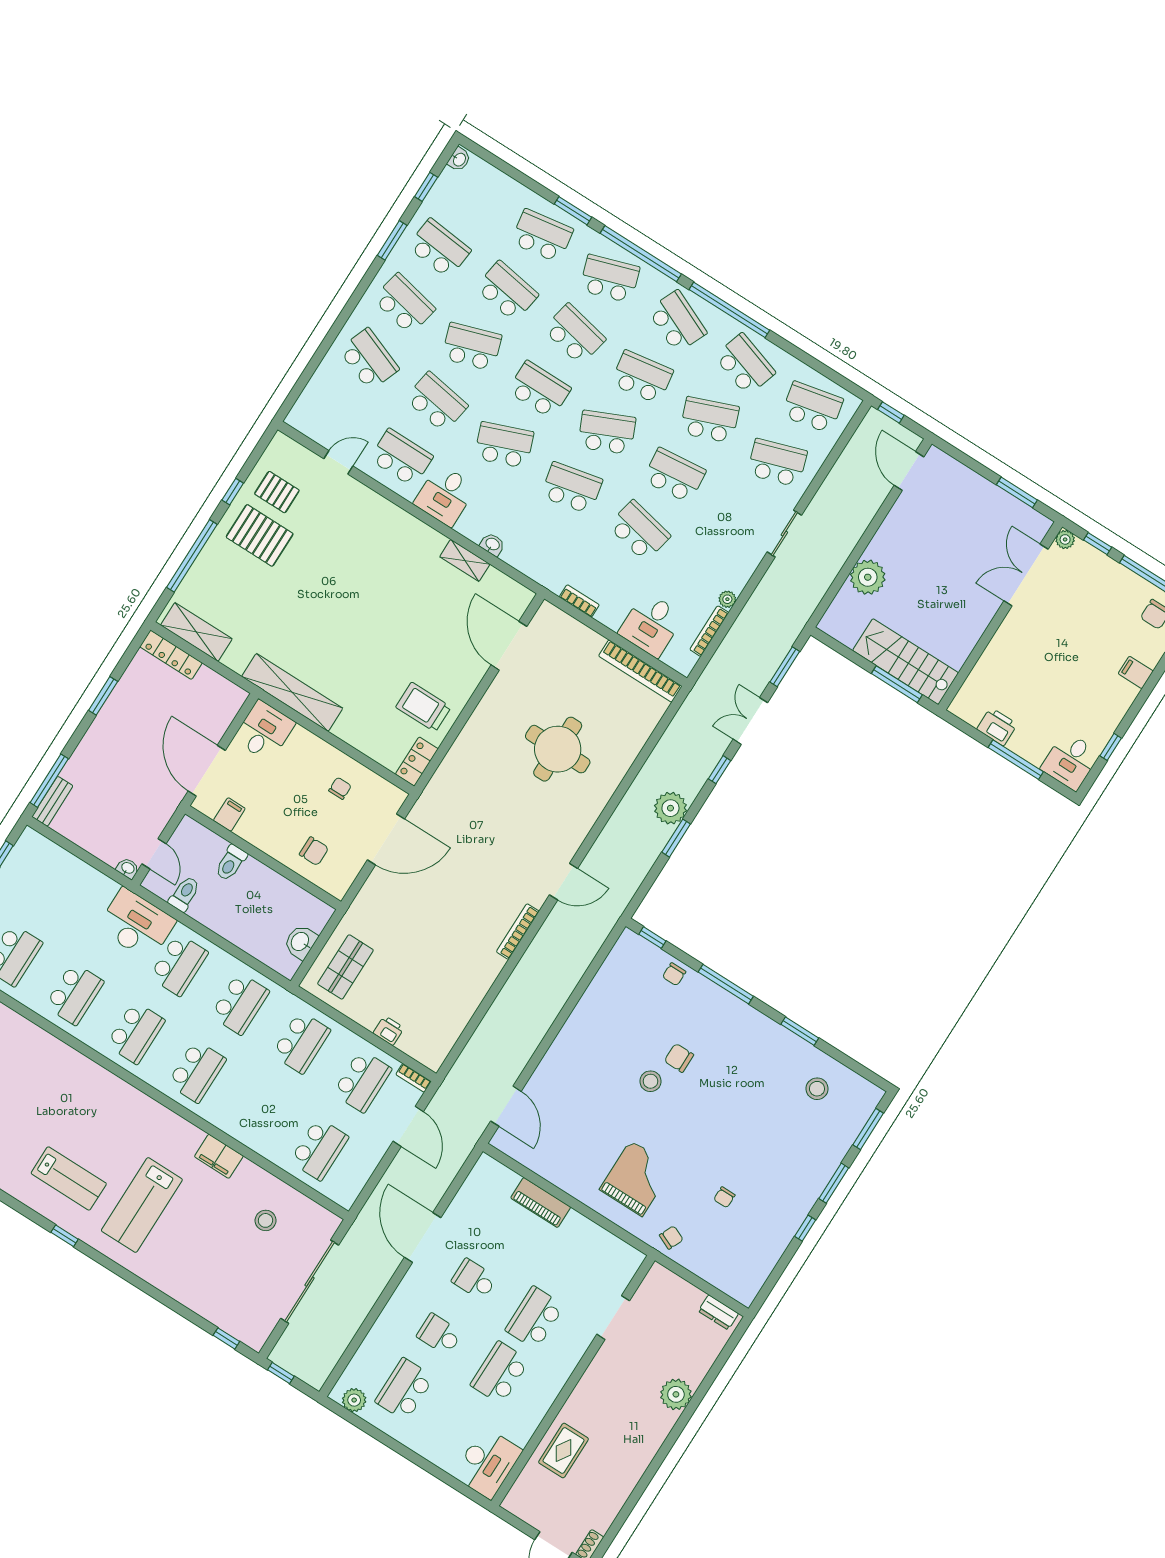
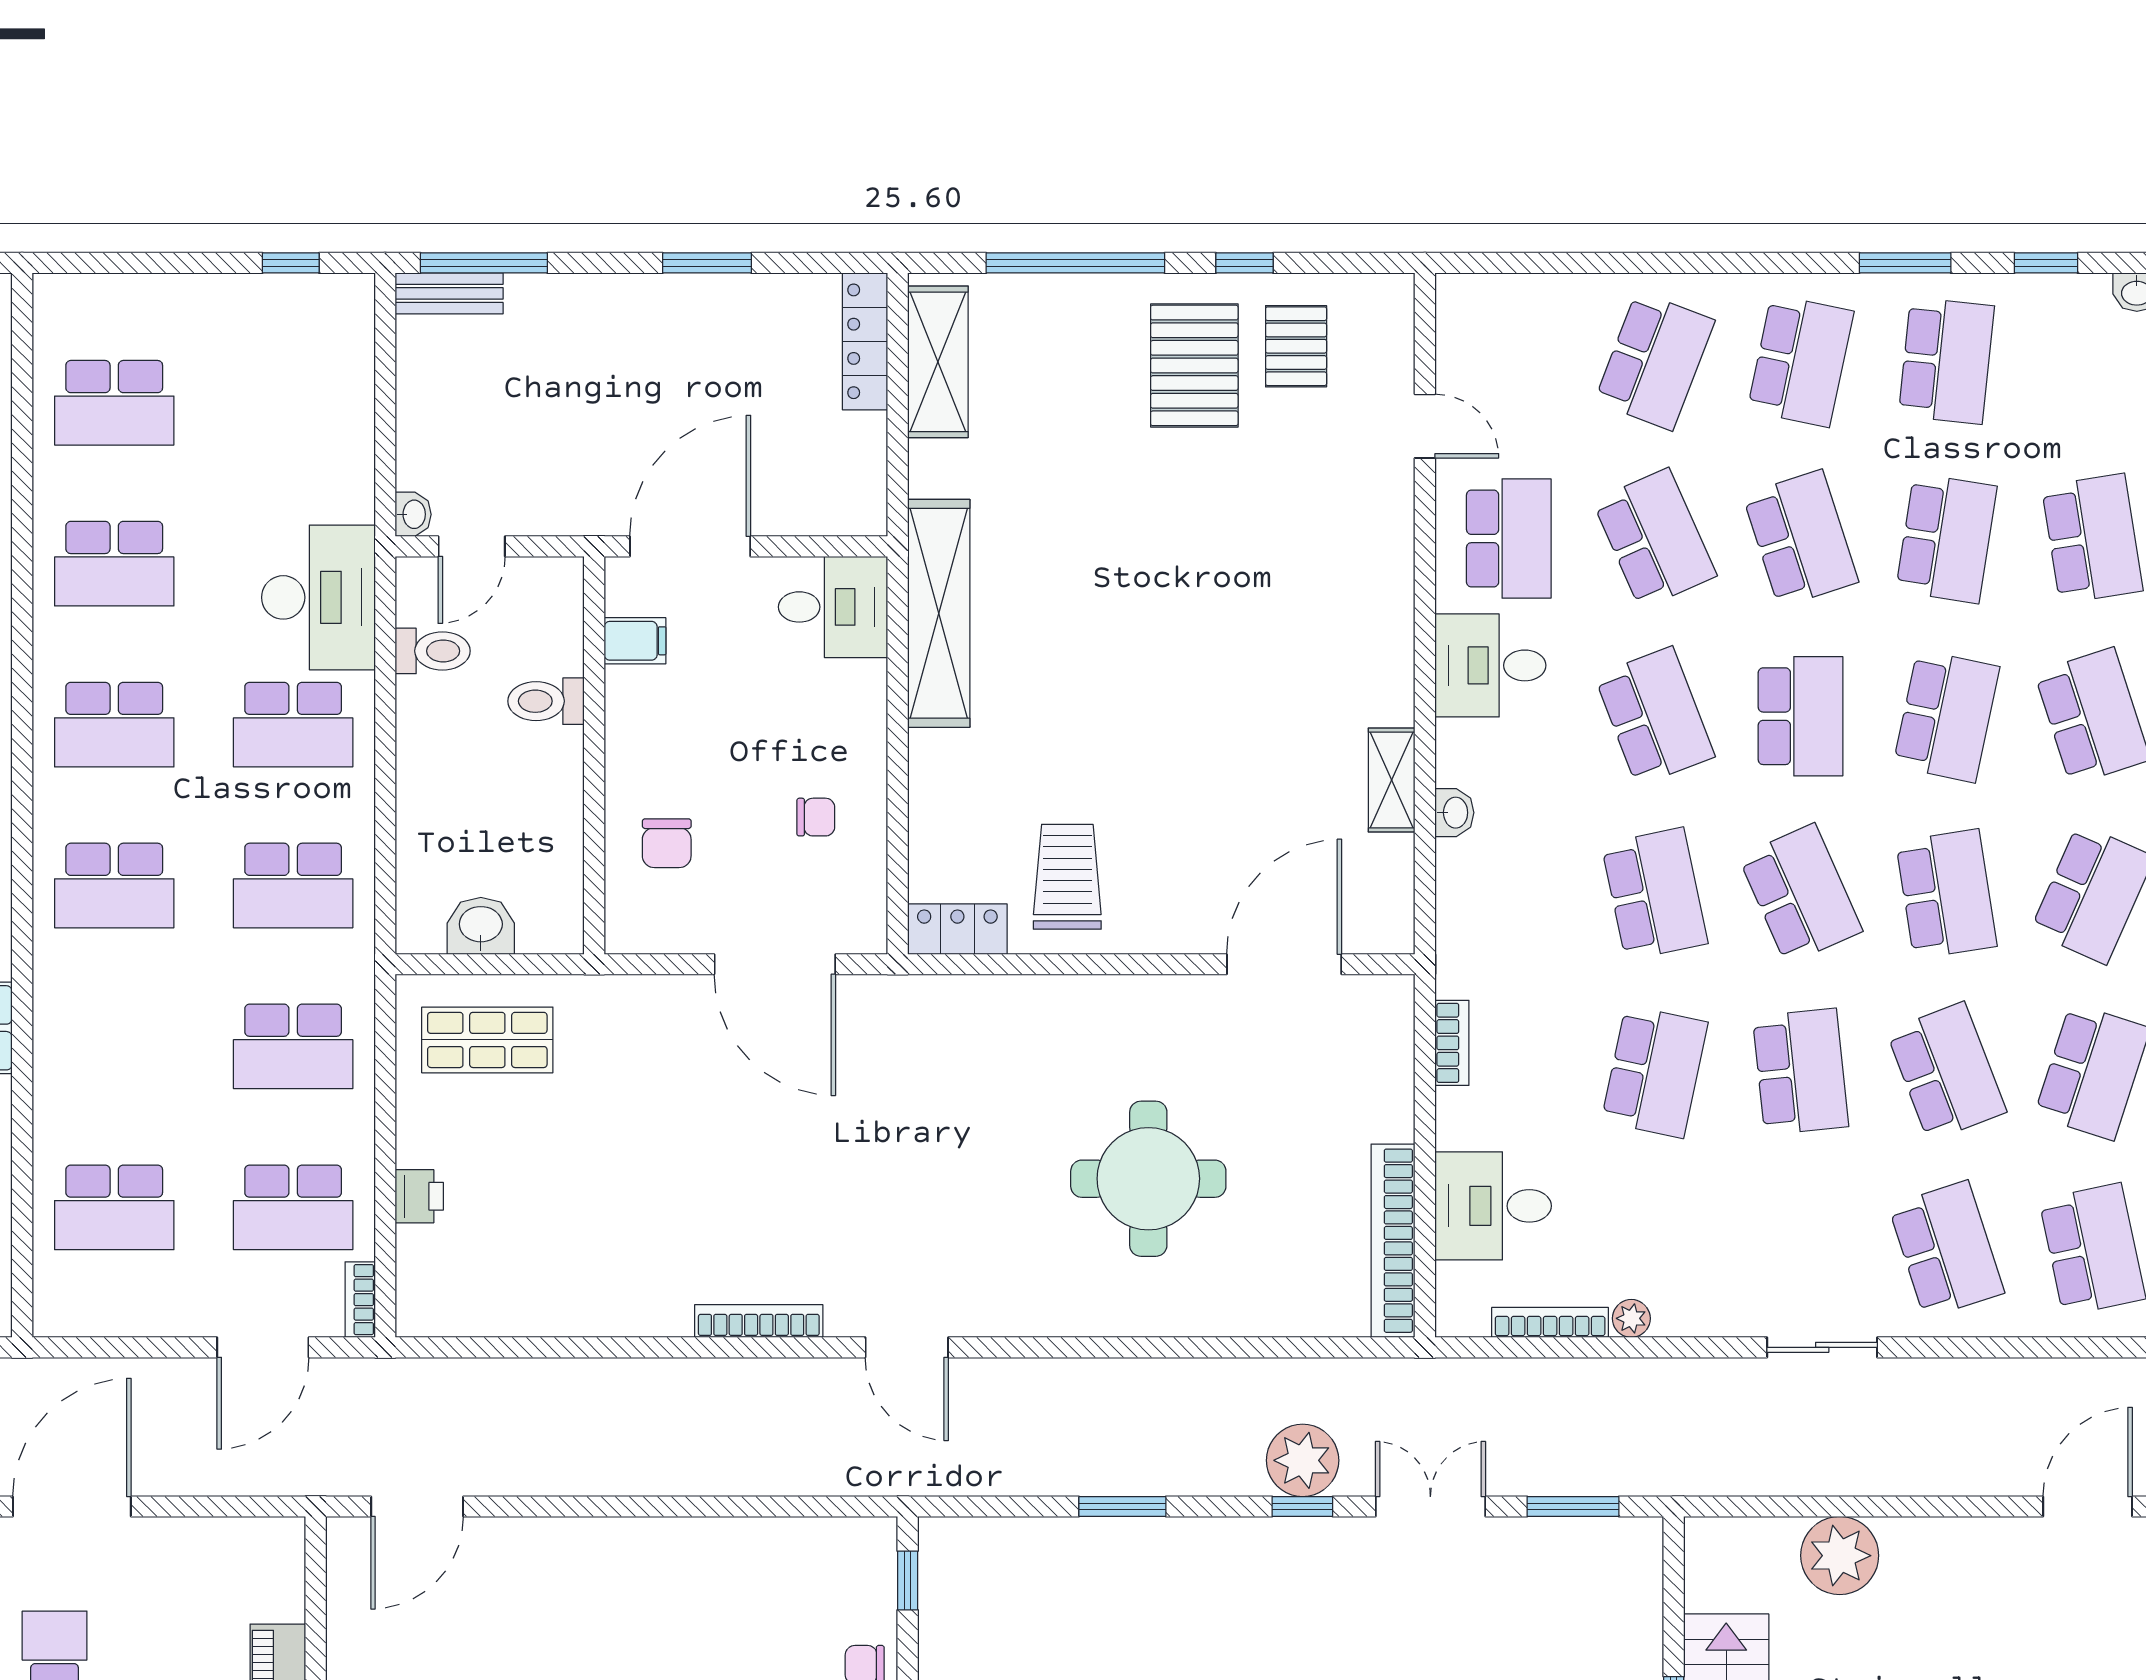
school desk: (436, 402) -> (1655, 539), turned -33
plant: (670, 808) -> (1303, 1460), moved

